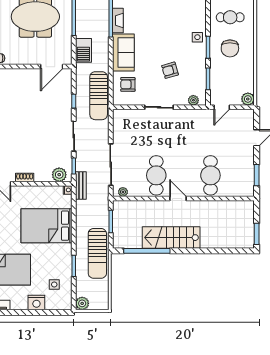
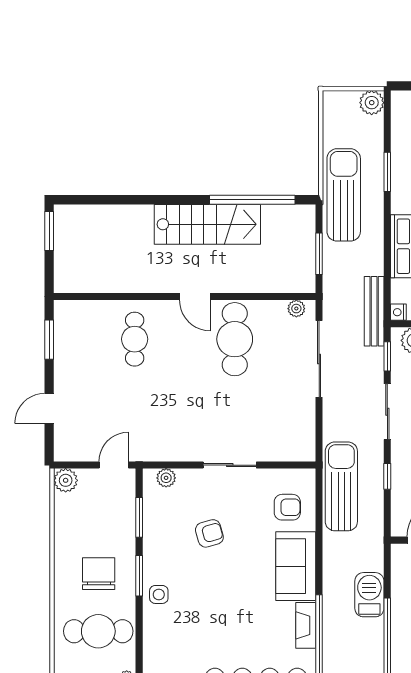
cafe table: (230, 17) -> (98, 631), width x1.37, depth x1.35
barbecue: (83, 50) -> (369, 595), moved
cafe table: (210, 175) -> (135, 339), width x0.73, depth x0.74
bench: (81, 185) -> (374, 311), width x1.36

